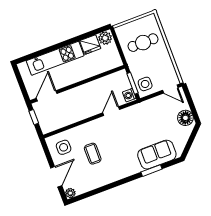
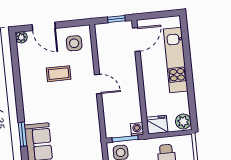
fridge: (90, 45) -> (157, 125), moved, turned 90
washing machine: (129, 95) -> (137, 129), moved
door: (47, 96) -> (136, 40), hinge flipped
door: (111, 111) -> (98, 84), moved

